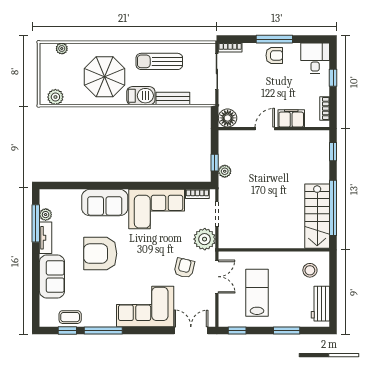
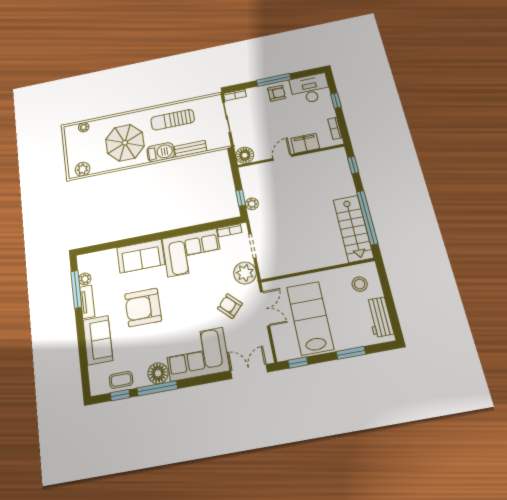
desk: (315, 58) -> (310, 89), width x1.37
armchair: (184, 268) -> (230, 306), turned -59
lab bench: (257, 293) -> (310, 318), width x1.36, depth x1.39
floor lamp: (106, 317) -> (158, 373), added

